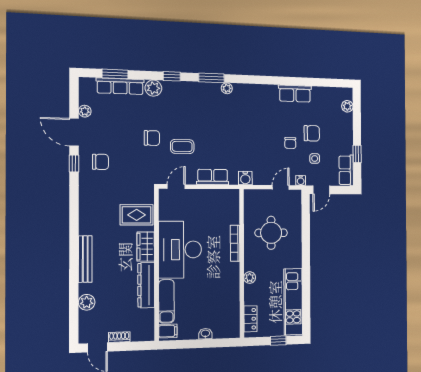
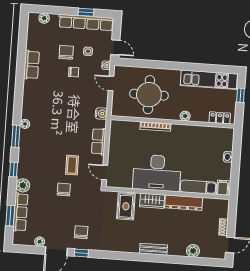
row of seats: (346, 170) -> (86, 22), width x2.02
round table: (271, 233) -> (149, 95), width x1.36, depth x1.36
bench: (85, 259) -> (153, 249), width x0.73

